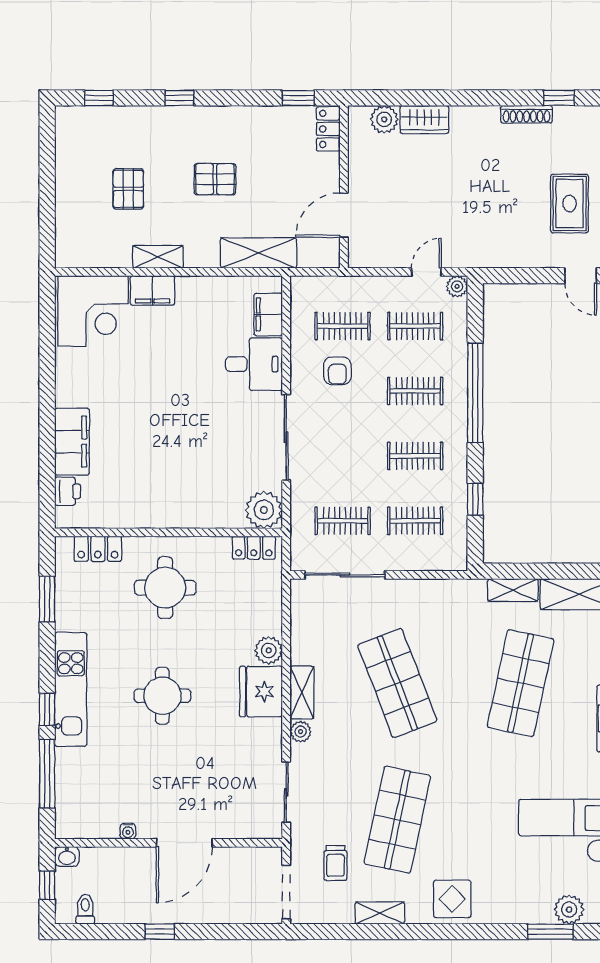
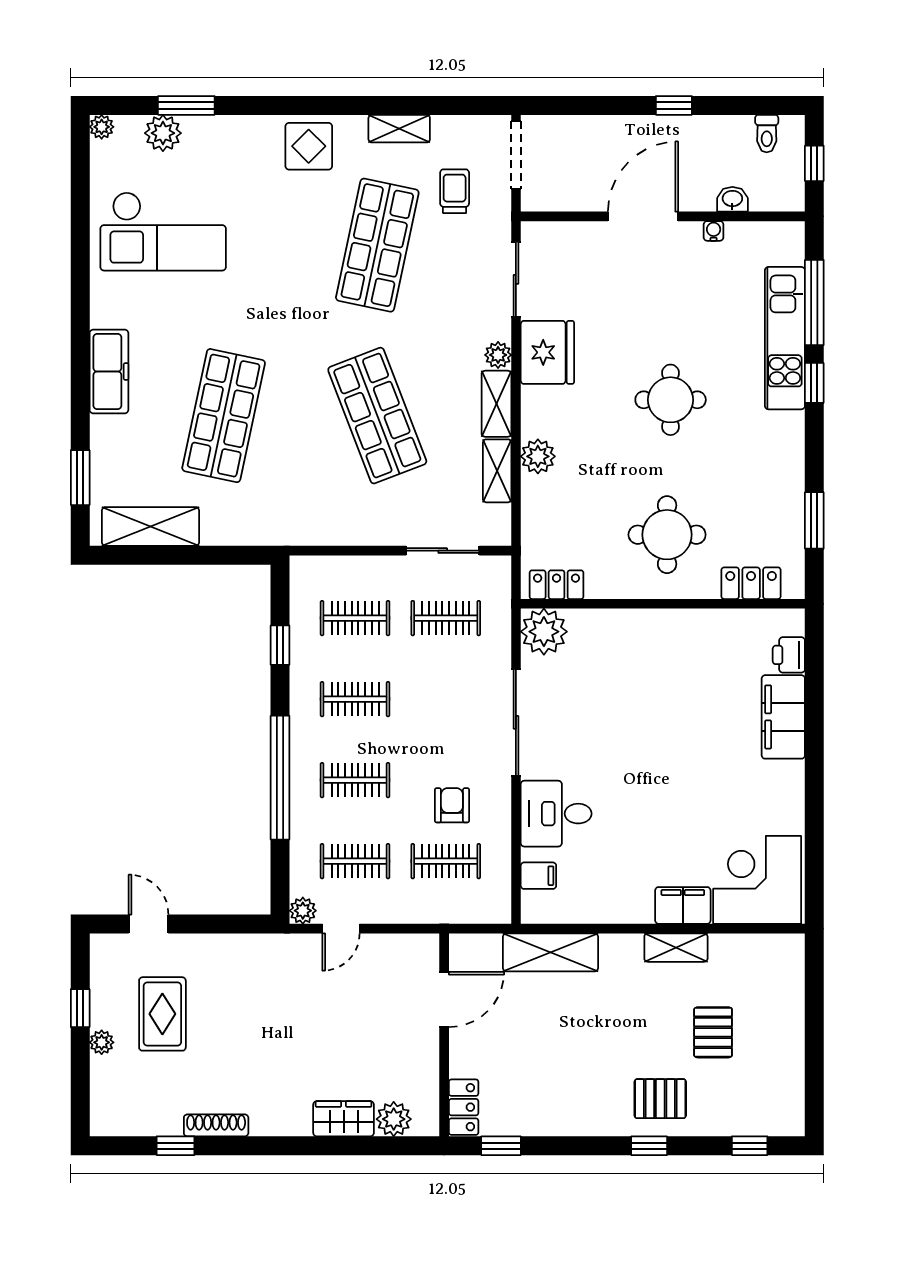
pallet: (215, 179) -> (660, 1099), moved
filing cabinet: (268, 314) -> (538, 876), width x0.50
sliding door: (345, 575) -> (443, 551), width x0.73
shelving: (513, 590) -> (497, 471), moved, turned 90
kitchen unit: (71, 689) -> (785, 338), moved
fridge: (261, 692) -> (547, 352), moved
washbasin: (67, 856) -> (732, 199), moved

